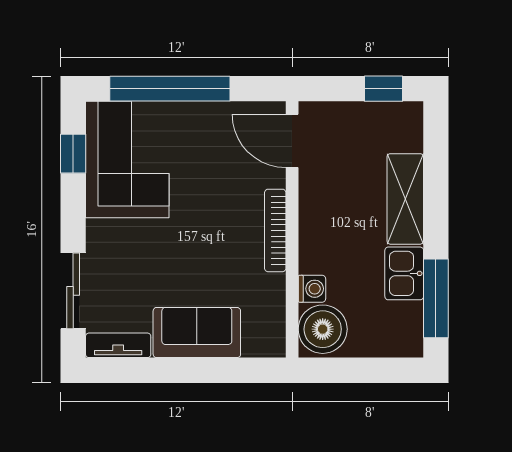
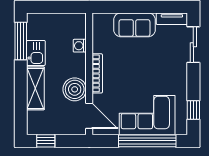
corner sofa: (127, 160) -> (147, 115), moved, turned 90
boiler: (323, 329) -> (75, 89), moved

